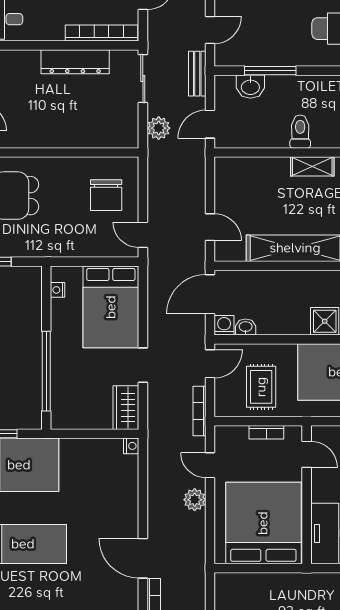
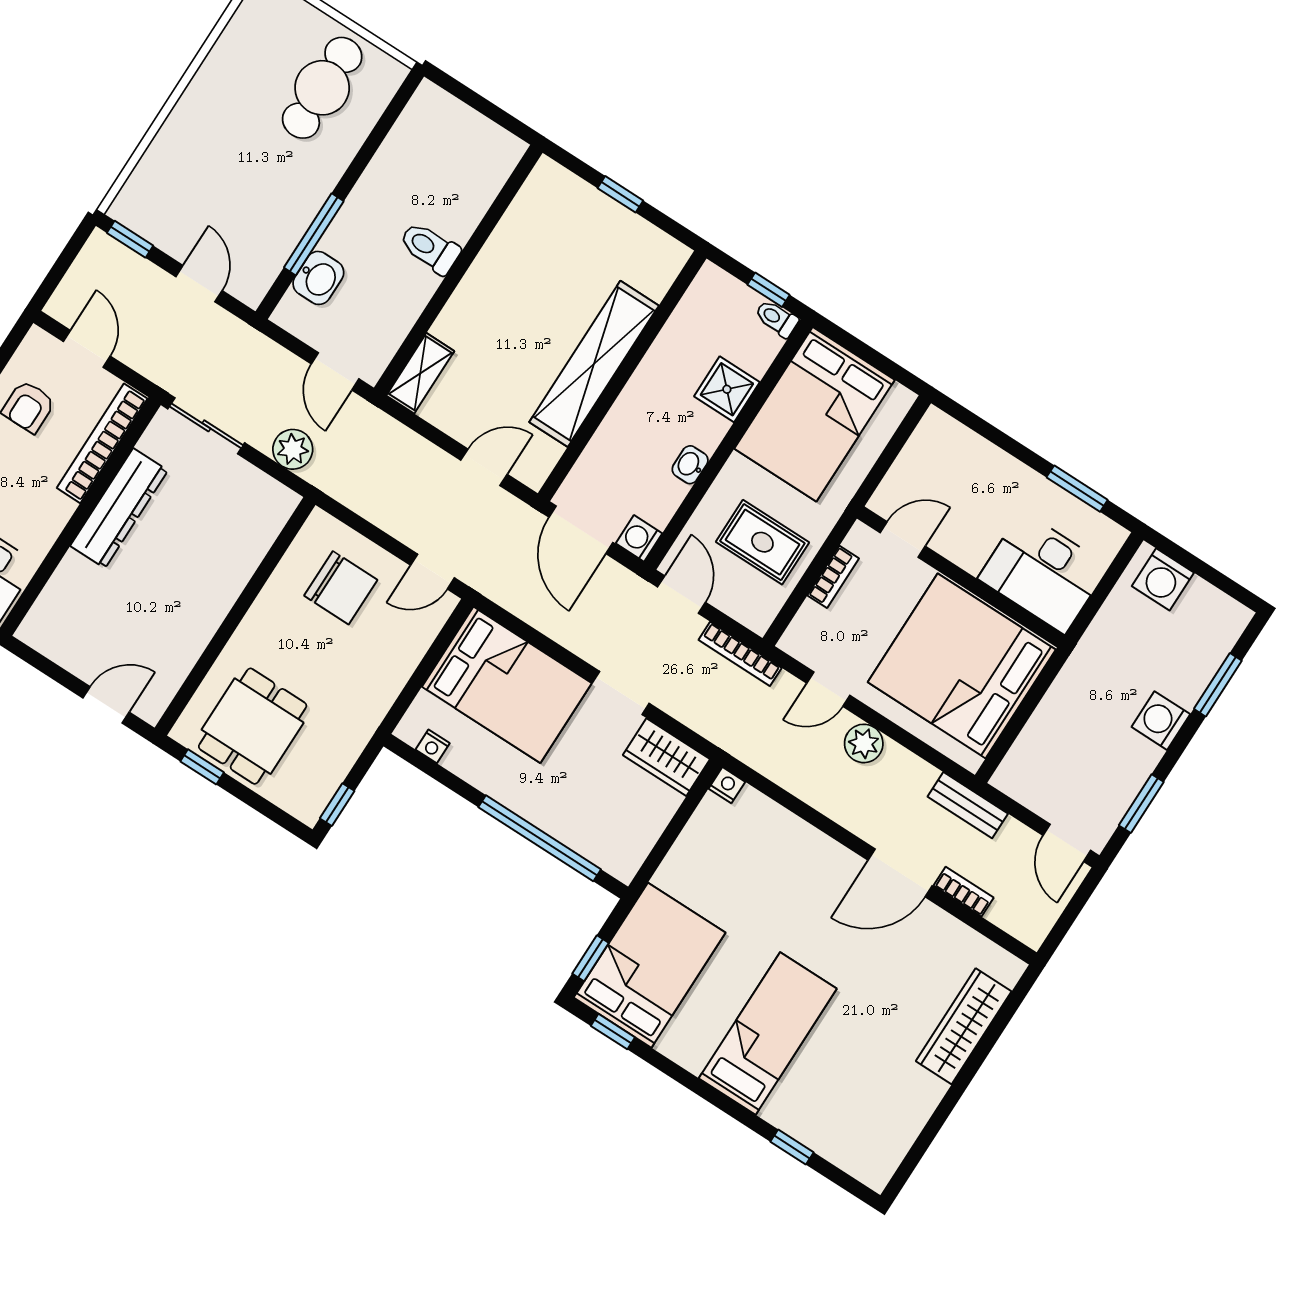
bench: (197, 74) -> (968, 805), moved
shelving: (312, 166) -> (420, 373), moved
washbasin: (246, 327) -> (690, 465), moved

